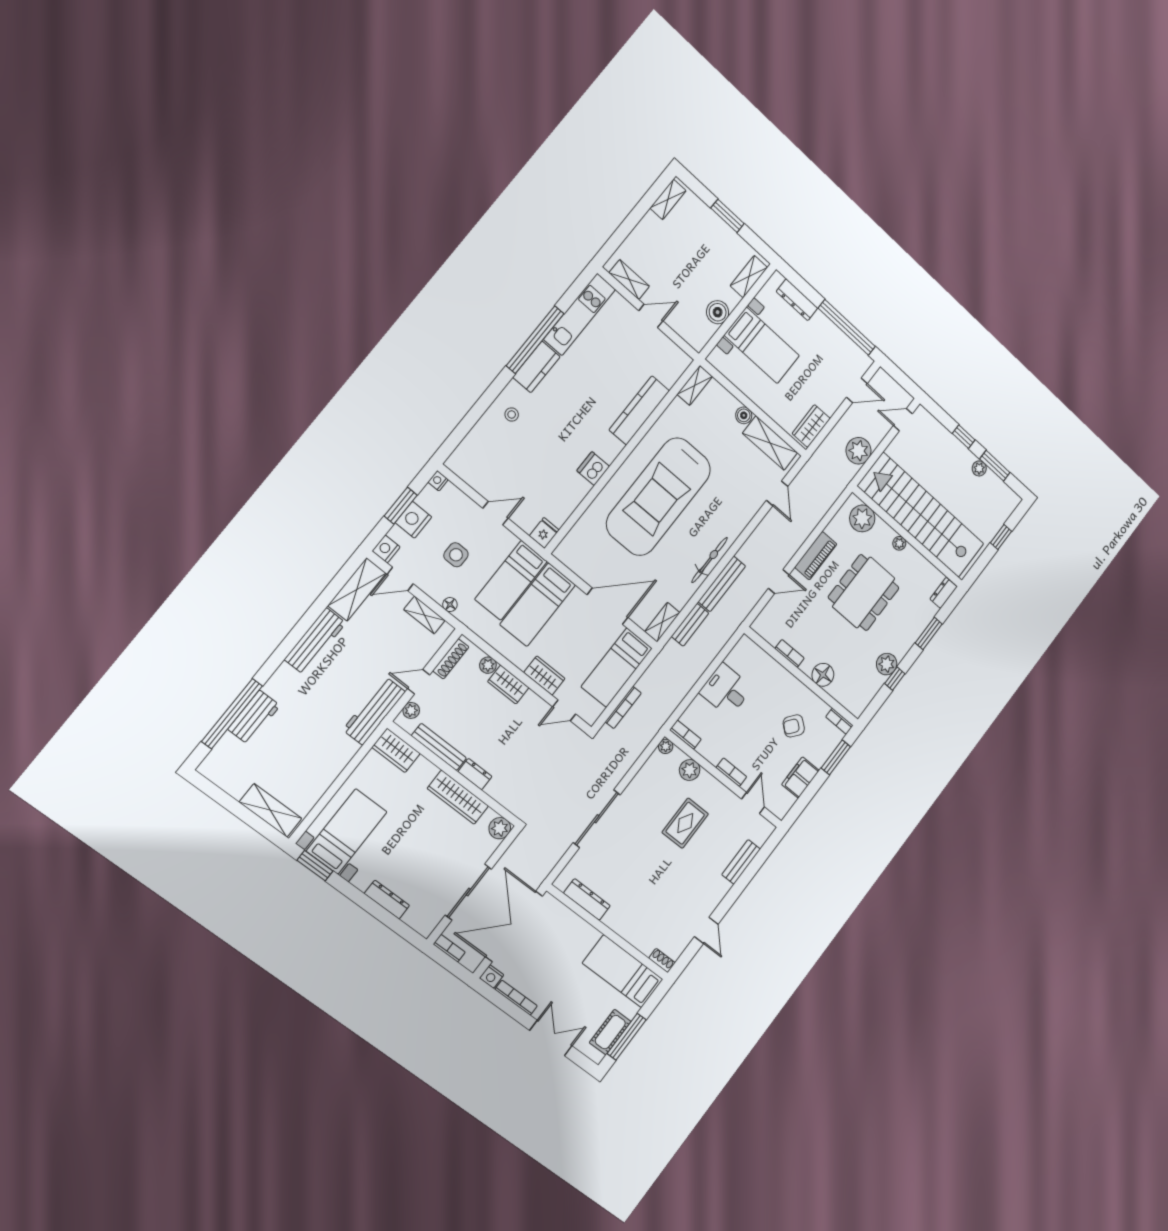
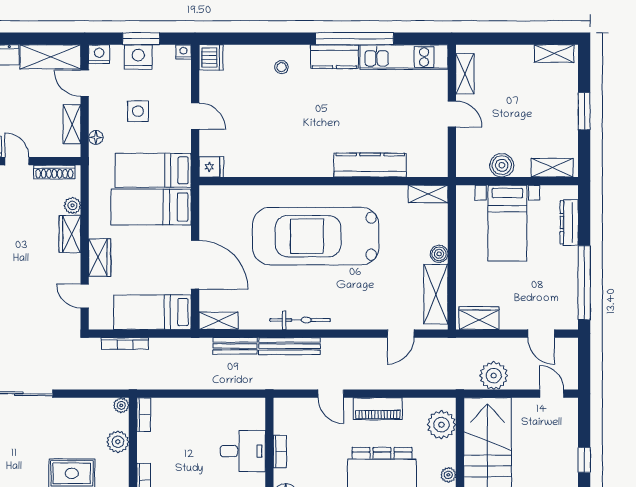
dishwasher: (593, 469) -> (211, 57), moved, turned 90
desk: (726, 690) -> (243, 451), moved, turned 90

